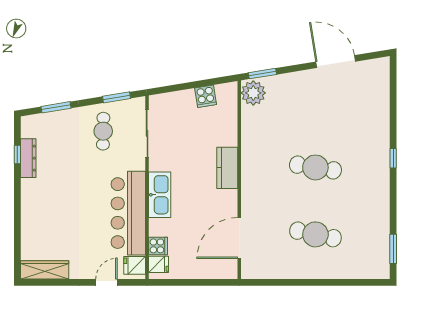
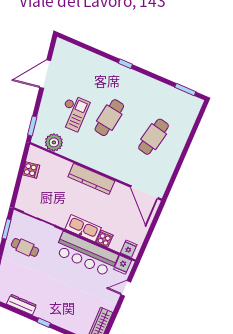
plant: (253, 93) -> (54, 142), moved
checkout: (302, 119) -> (73, 113), added
window: (17, 154) -> (44, 323), moved
kitchen counter: (227, 168) -> (91, 179), width x1.50
door: (239, 238) -> (144, 192), moved
cooker: (158, 246) -> (104, 239), moved
door: (106, 282) -> (126, 288), hinge flipped

